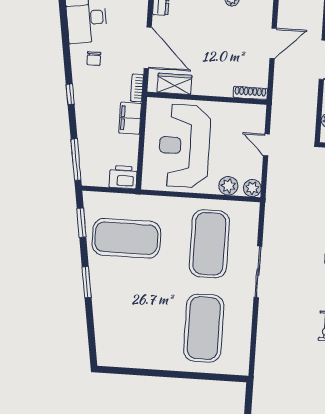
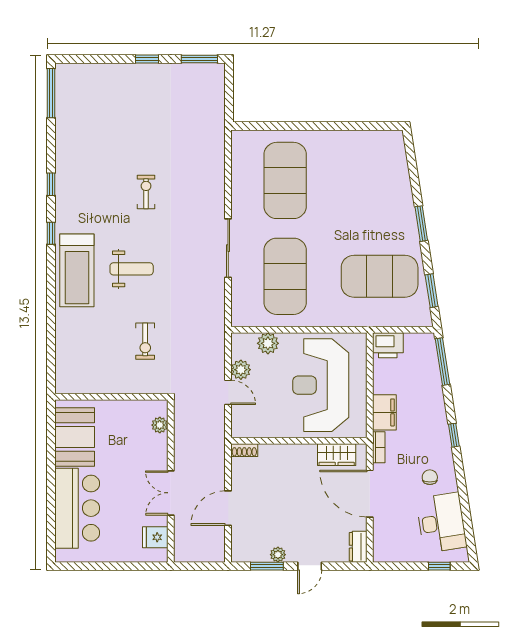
shoe rack: (250, 93) -> (244, 450), width x0.70
reception desk: (184, 146) -> (321, 385), turned 180
plant: (252, 188) -> (241, 370), moved

